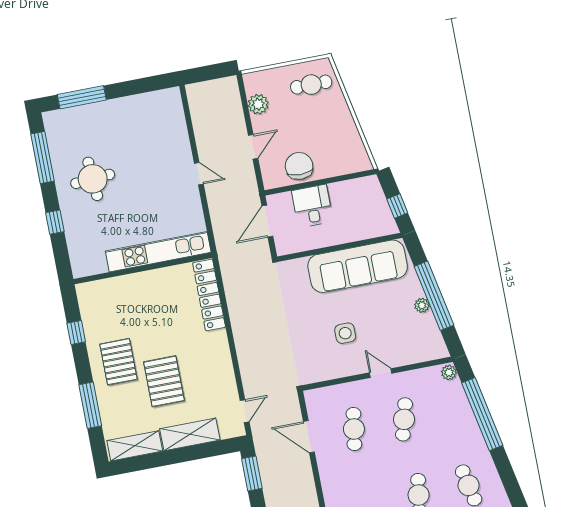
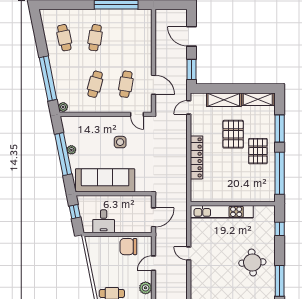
chair: (299, 166) -> (128, 247), turned 90
desk: (312, 206) -> (104, 221), moved
window: (55, 222) -> (280, 229), moved
locker: (209, 295) -> (197, 157), moved
window: (76, 332) -> (280, 173), width x3.17
door: (381, 373) -> (137, 114), moved

